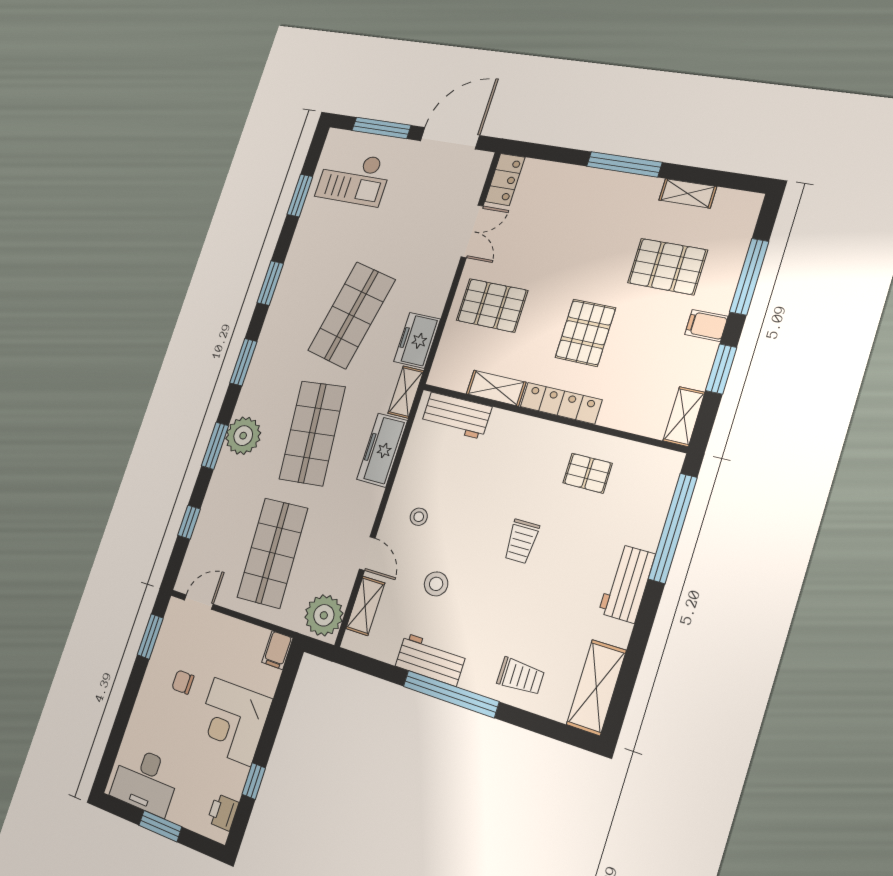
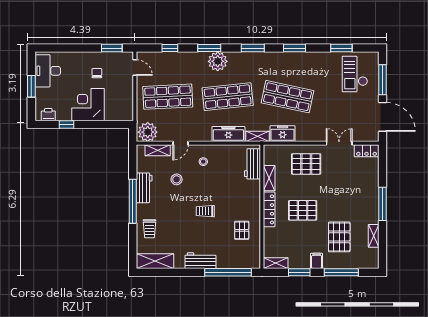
double door: (472, 231) -> (339, 143), swing flipped
pallet: (492, 305) -> (306, 164), turned 90
filing cabinet: (277, 650) -> (126, 115), removed

